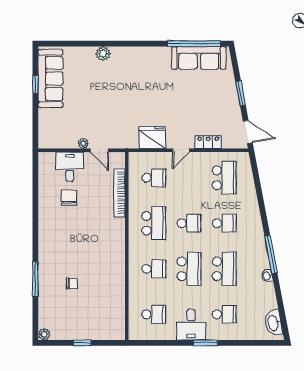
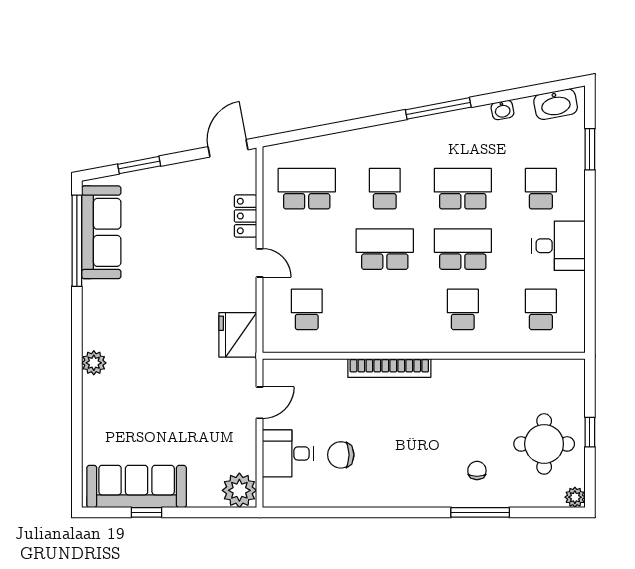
plant: (103, 54) -> (94, 363), moved
window: (241, 93) -> (139, 165), moved
fridge: (152, 138) -> (238, 335), moved
plant: (83, 143) -> (239, 490), moved, width x1.88, depth x1.88
bookcase: (120, 193) -> (389, 368), moved
school desk: (154, 223) -> (385, 309), removed
school desk: (189, 223) -> (385, 249), width x1.85
washbasin: (267, 276) -> (502, 110), moved
chair: (72, 284) -> (477, 471), moved
round table: (75, 316) -> (544, 444), added
window: (205, 343) -> (590, 149), moved

